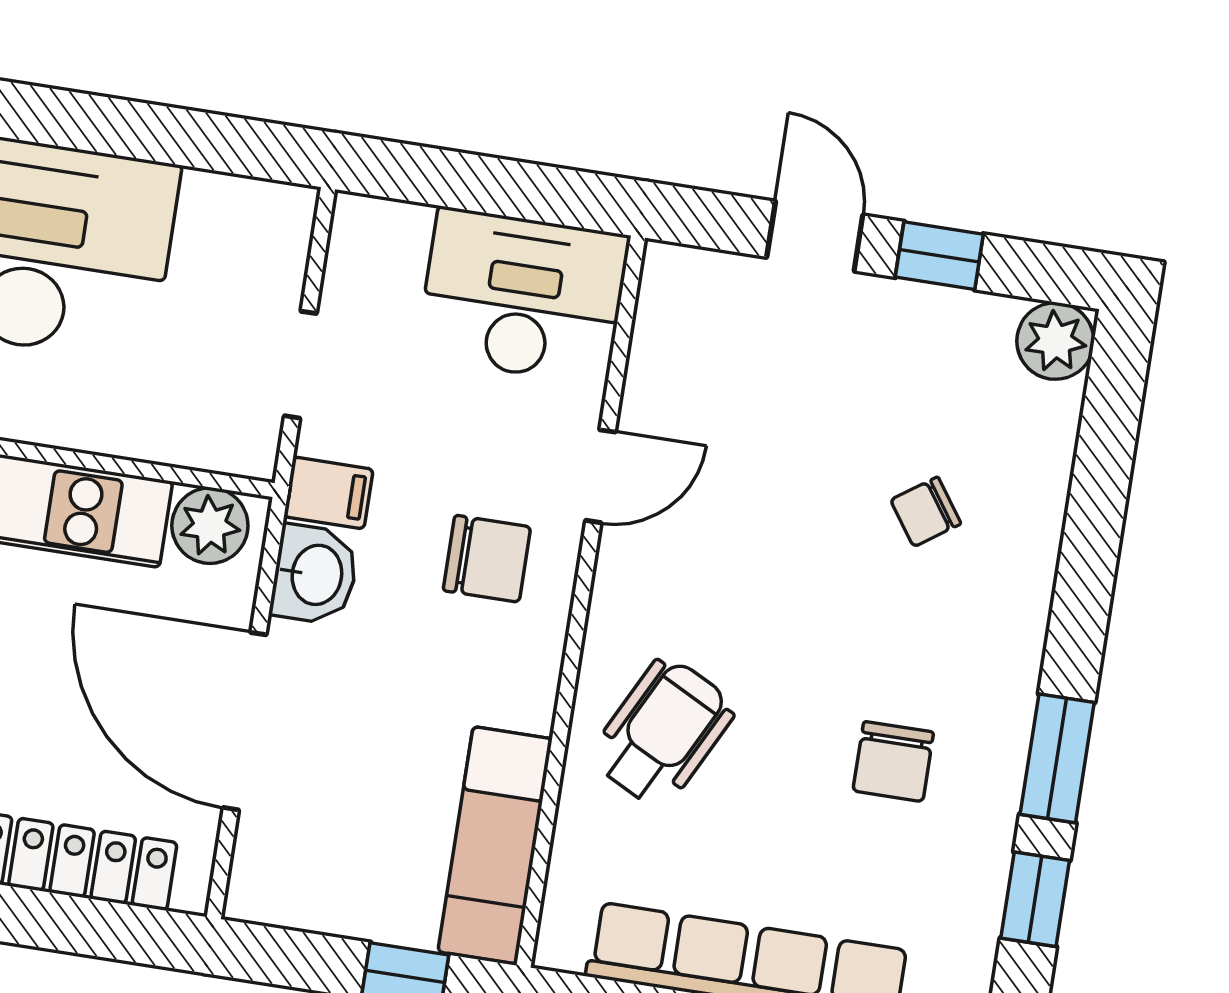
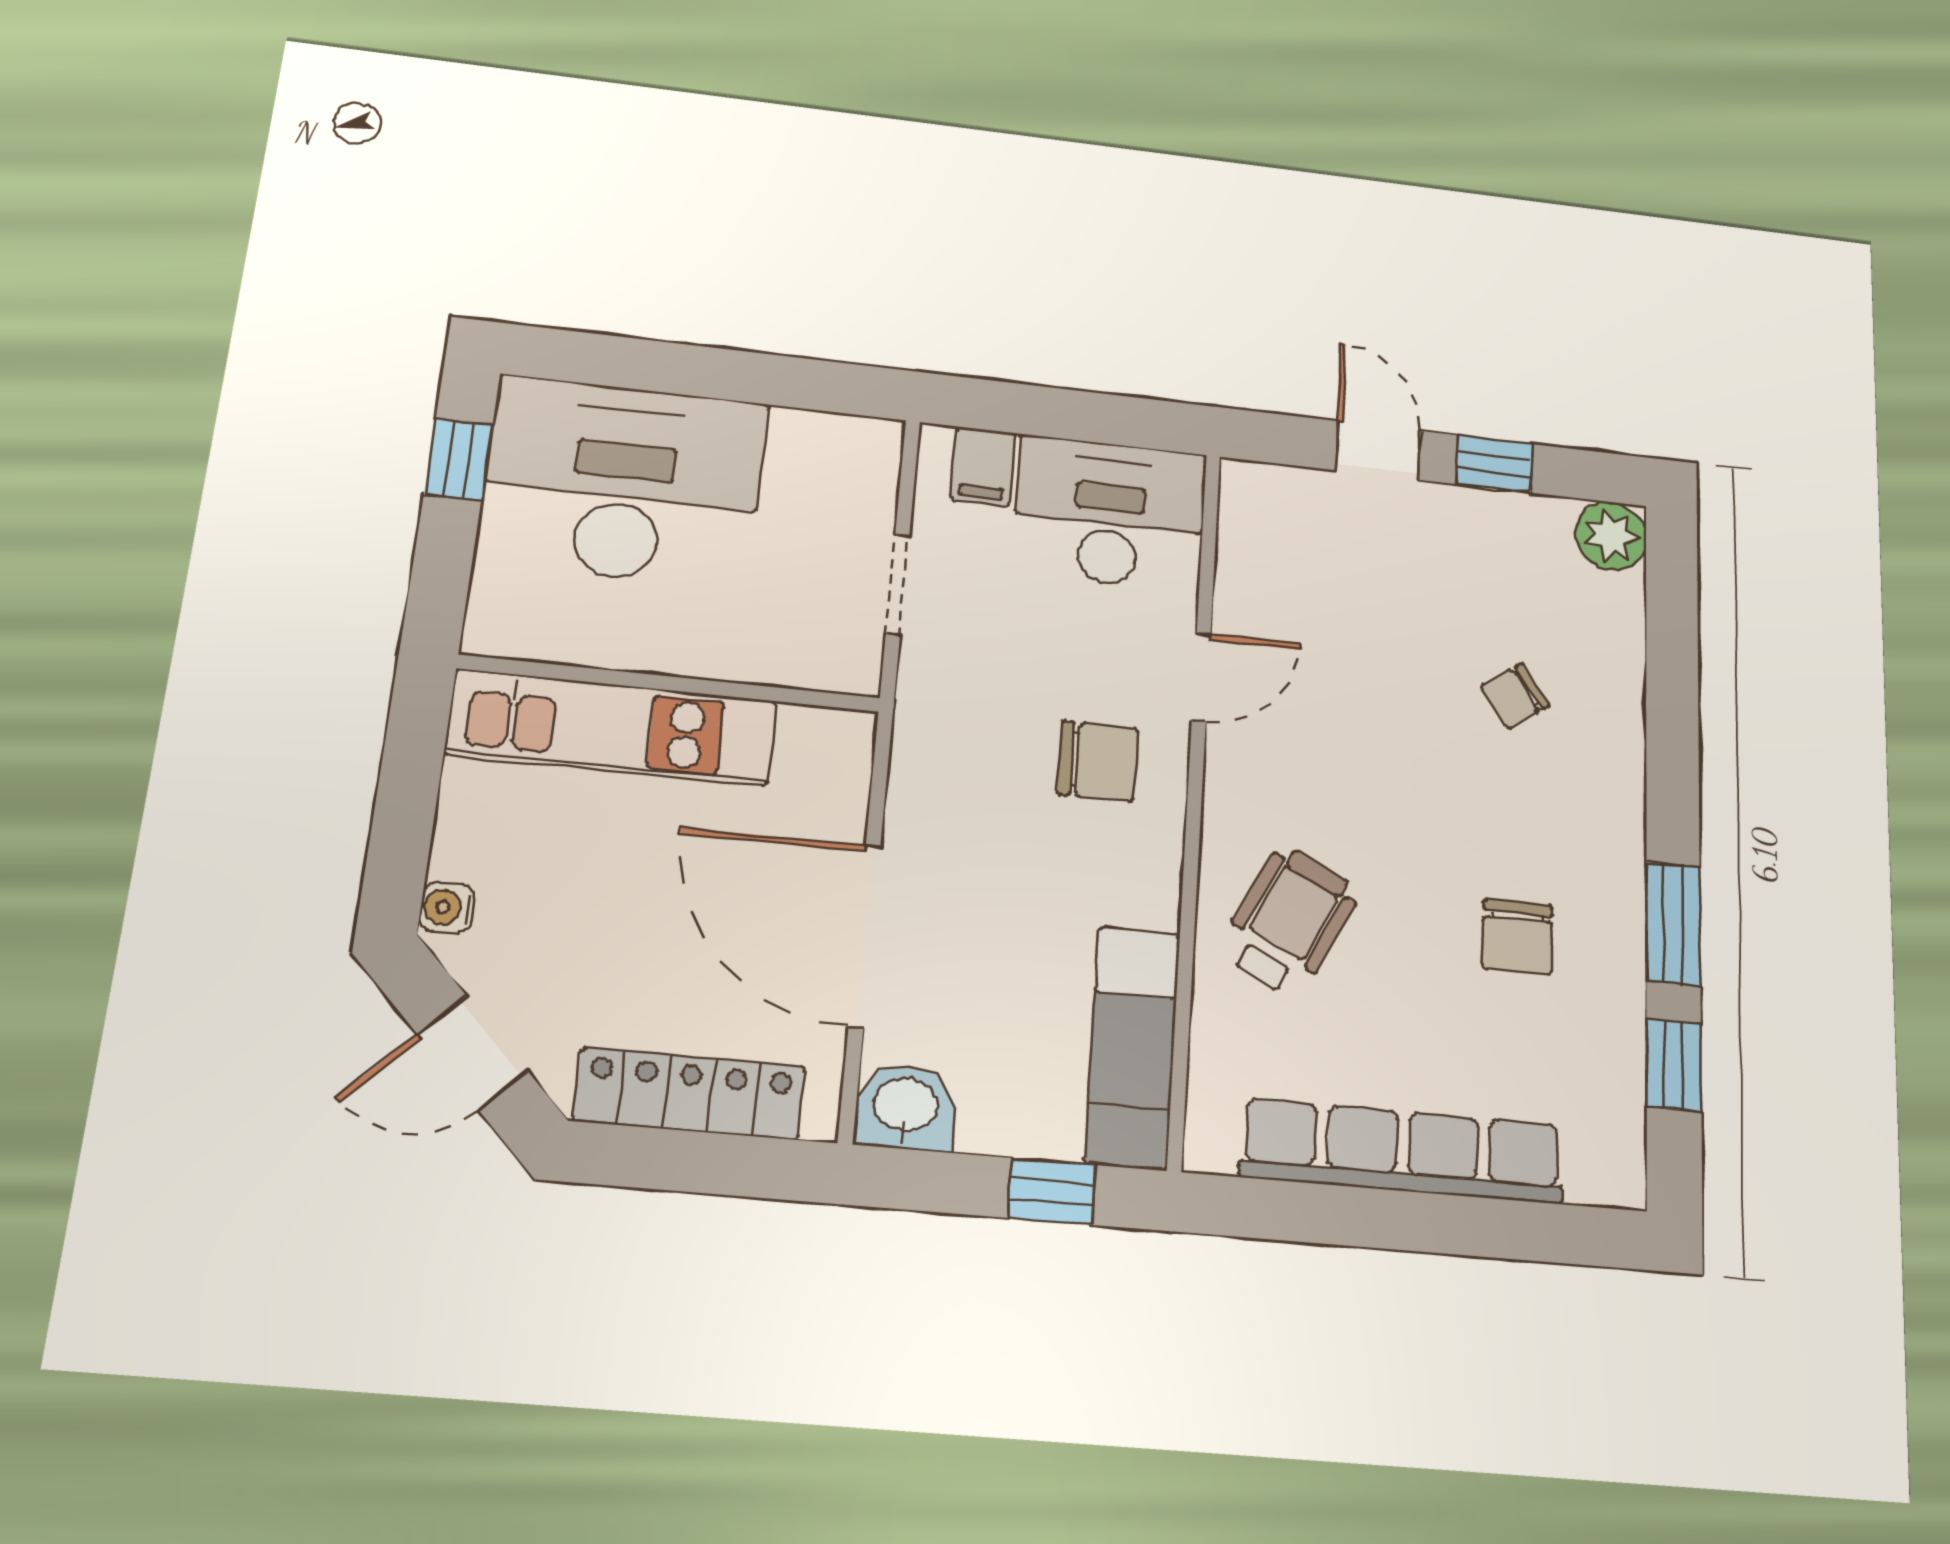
filing cabinet: (328, 493) -> (983, 466), moved, turned 90
plant: (210, 526) -> (817, 742), removed
washbasin: (315, 575) -> (906, 1107), moved, turned -90

